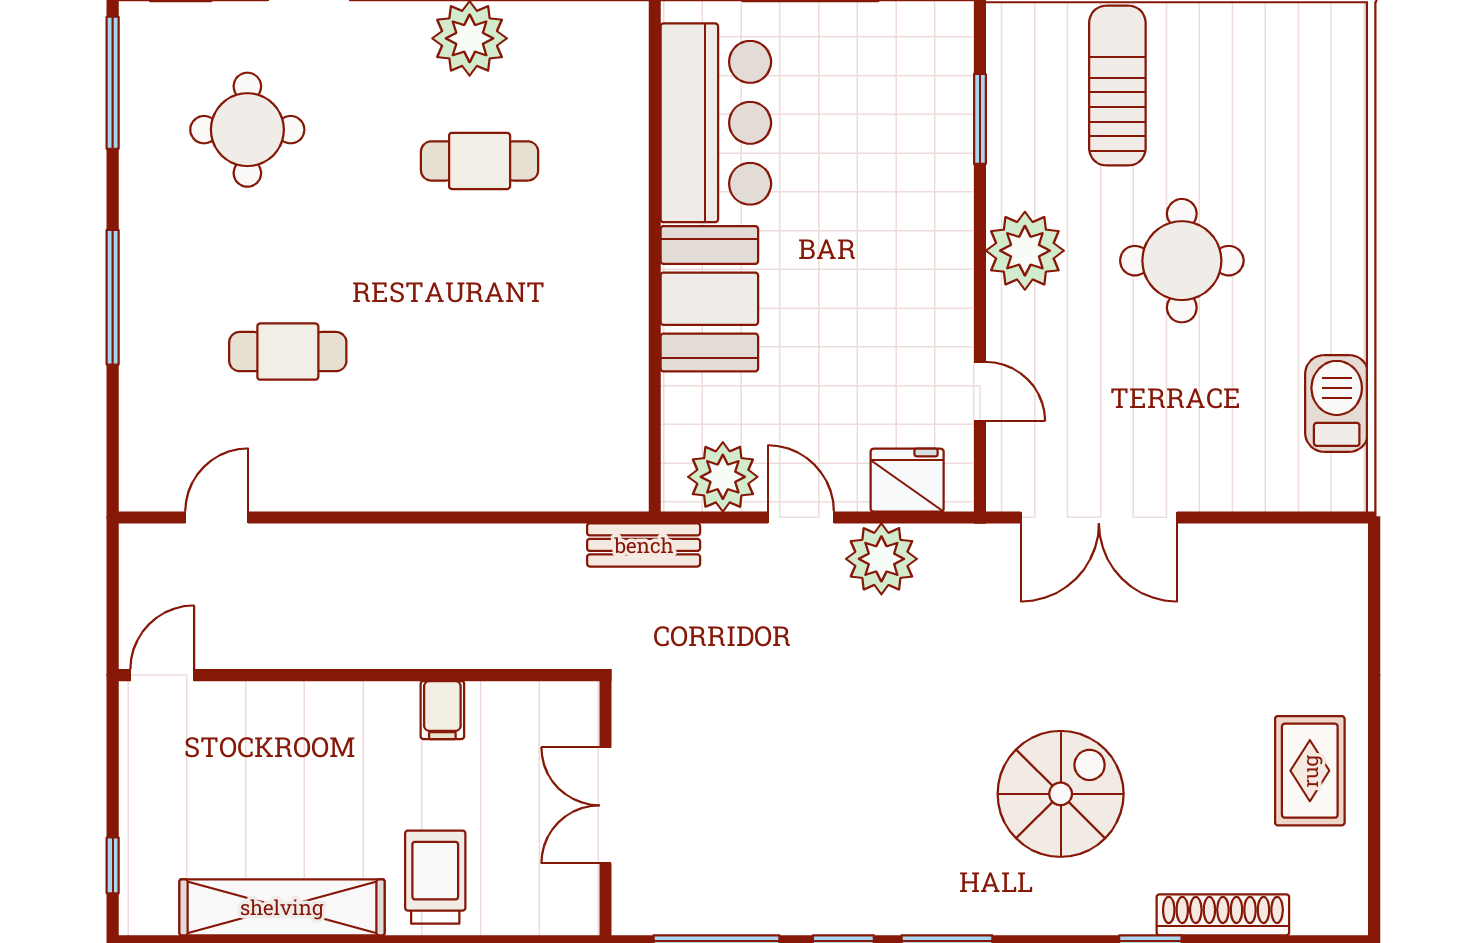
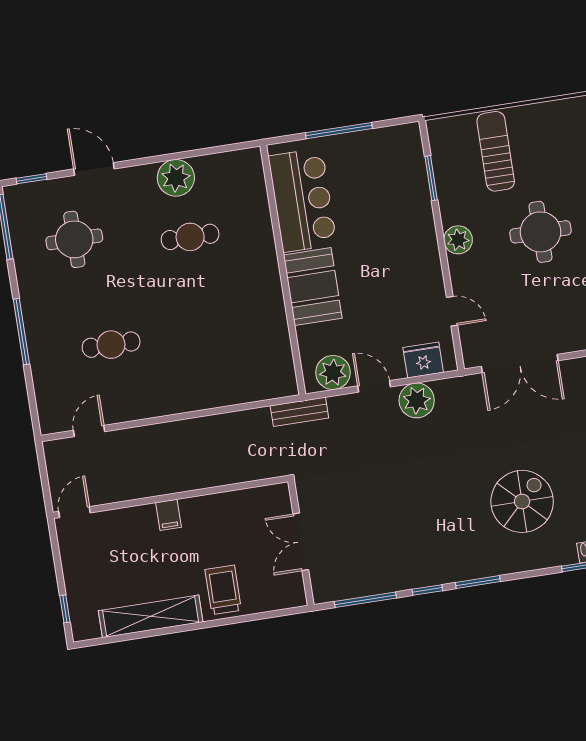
plant: (1025, 251) -> (458, 240), width x0.73, depth x0.73
filing cabinet: (442, 710) -> (168, 515), moved

